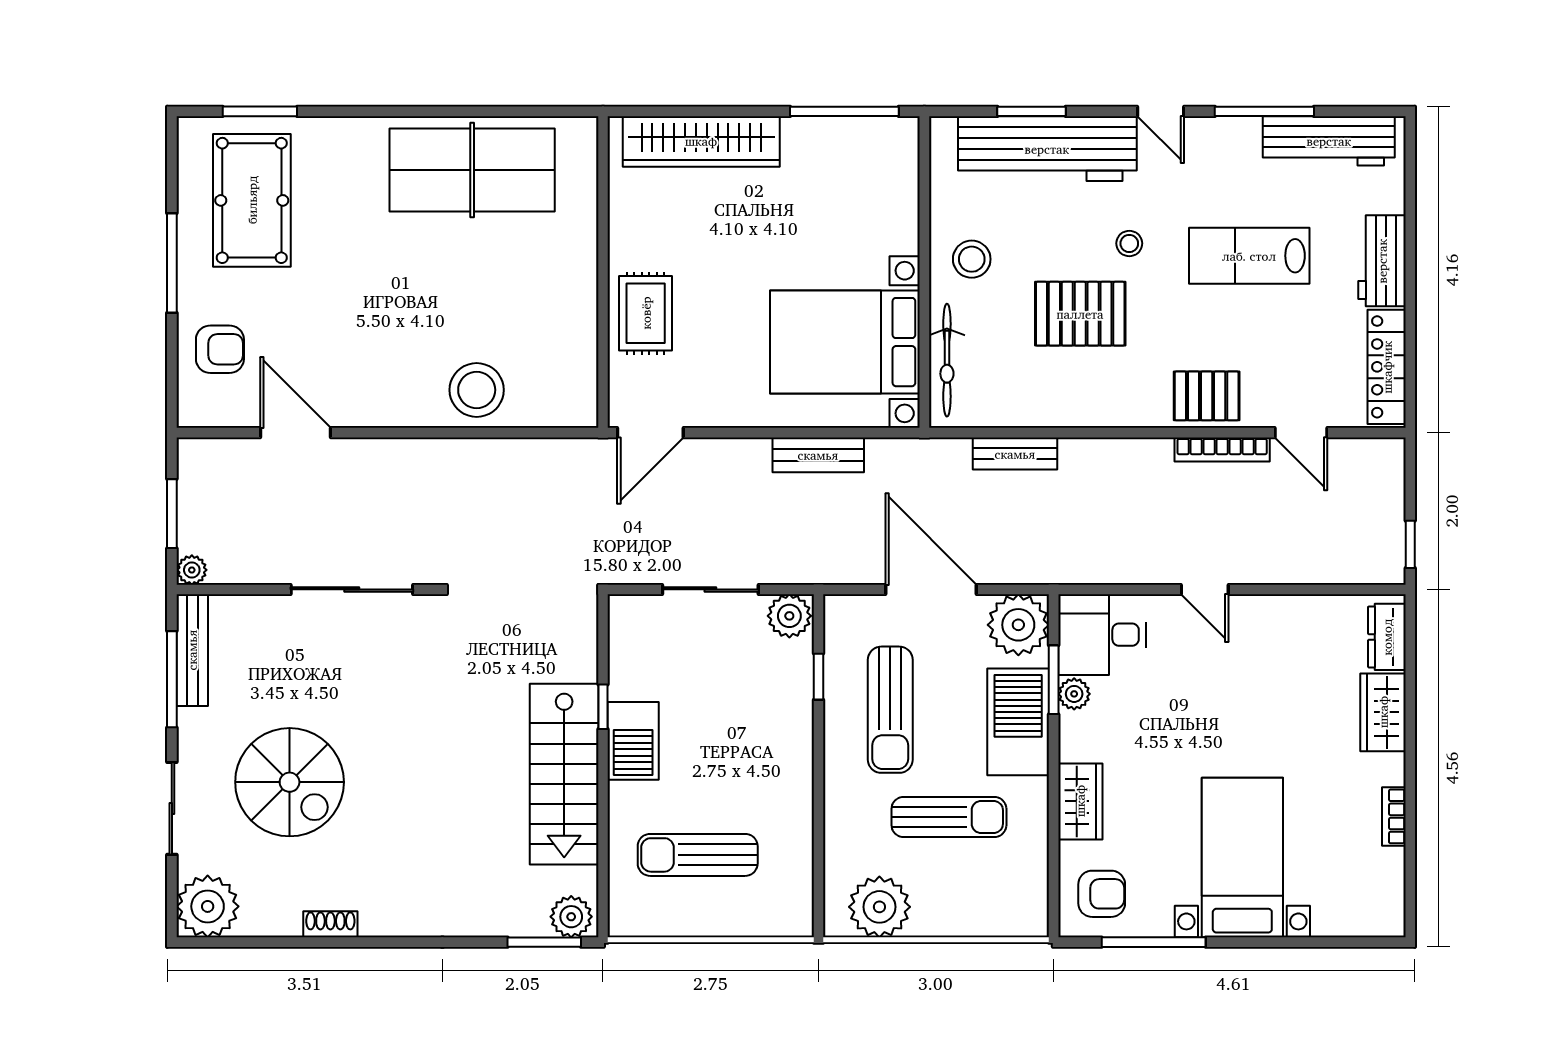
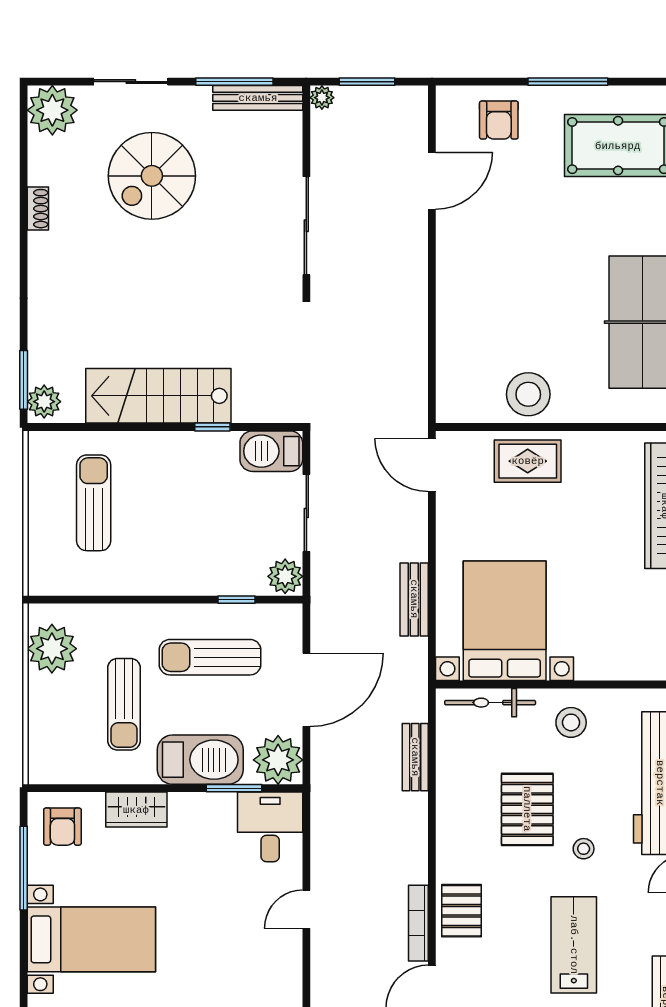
stool: (477, 390) -> (528, 394), moved
plant: (1074, 694) -> (223, 805), removed
barbecue: (633, 741) -> (271, 451), moved

